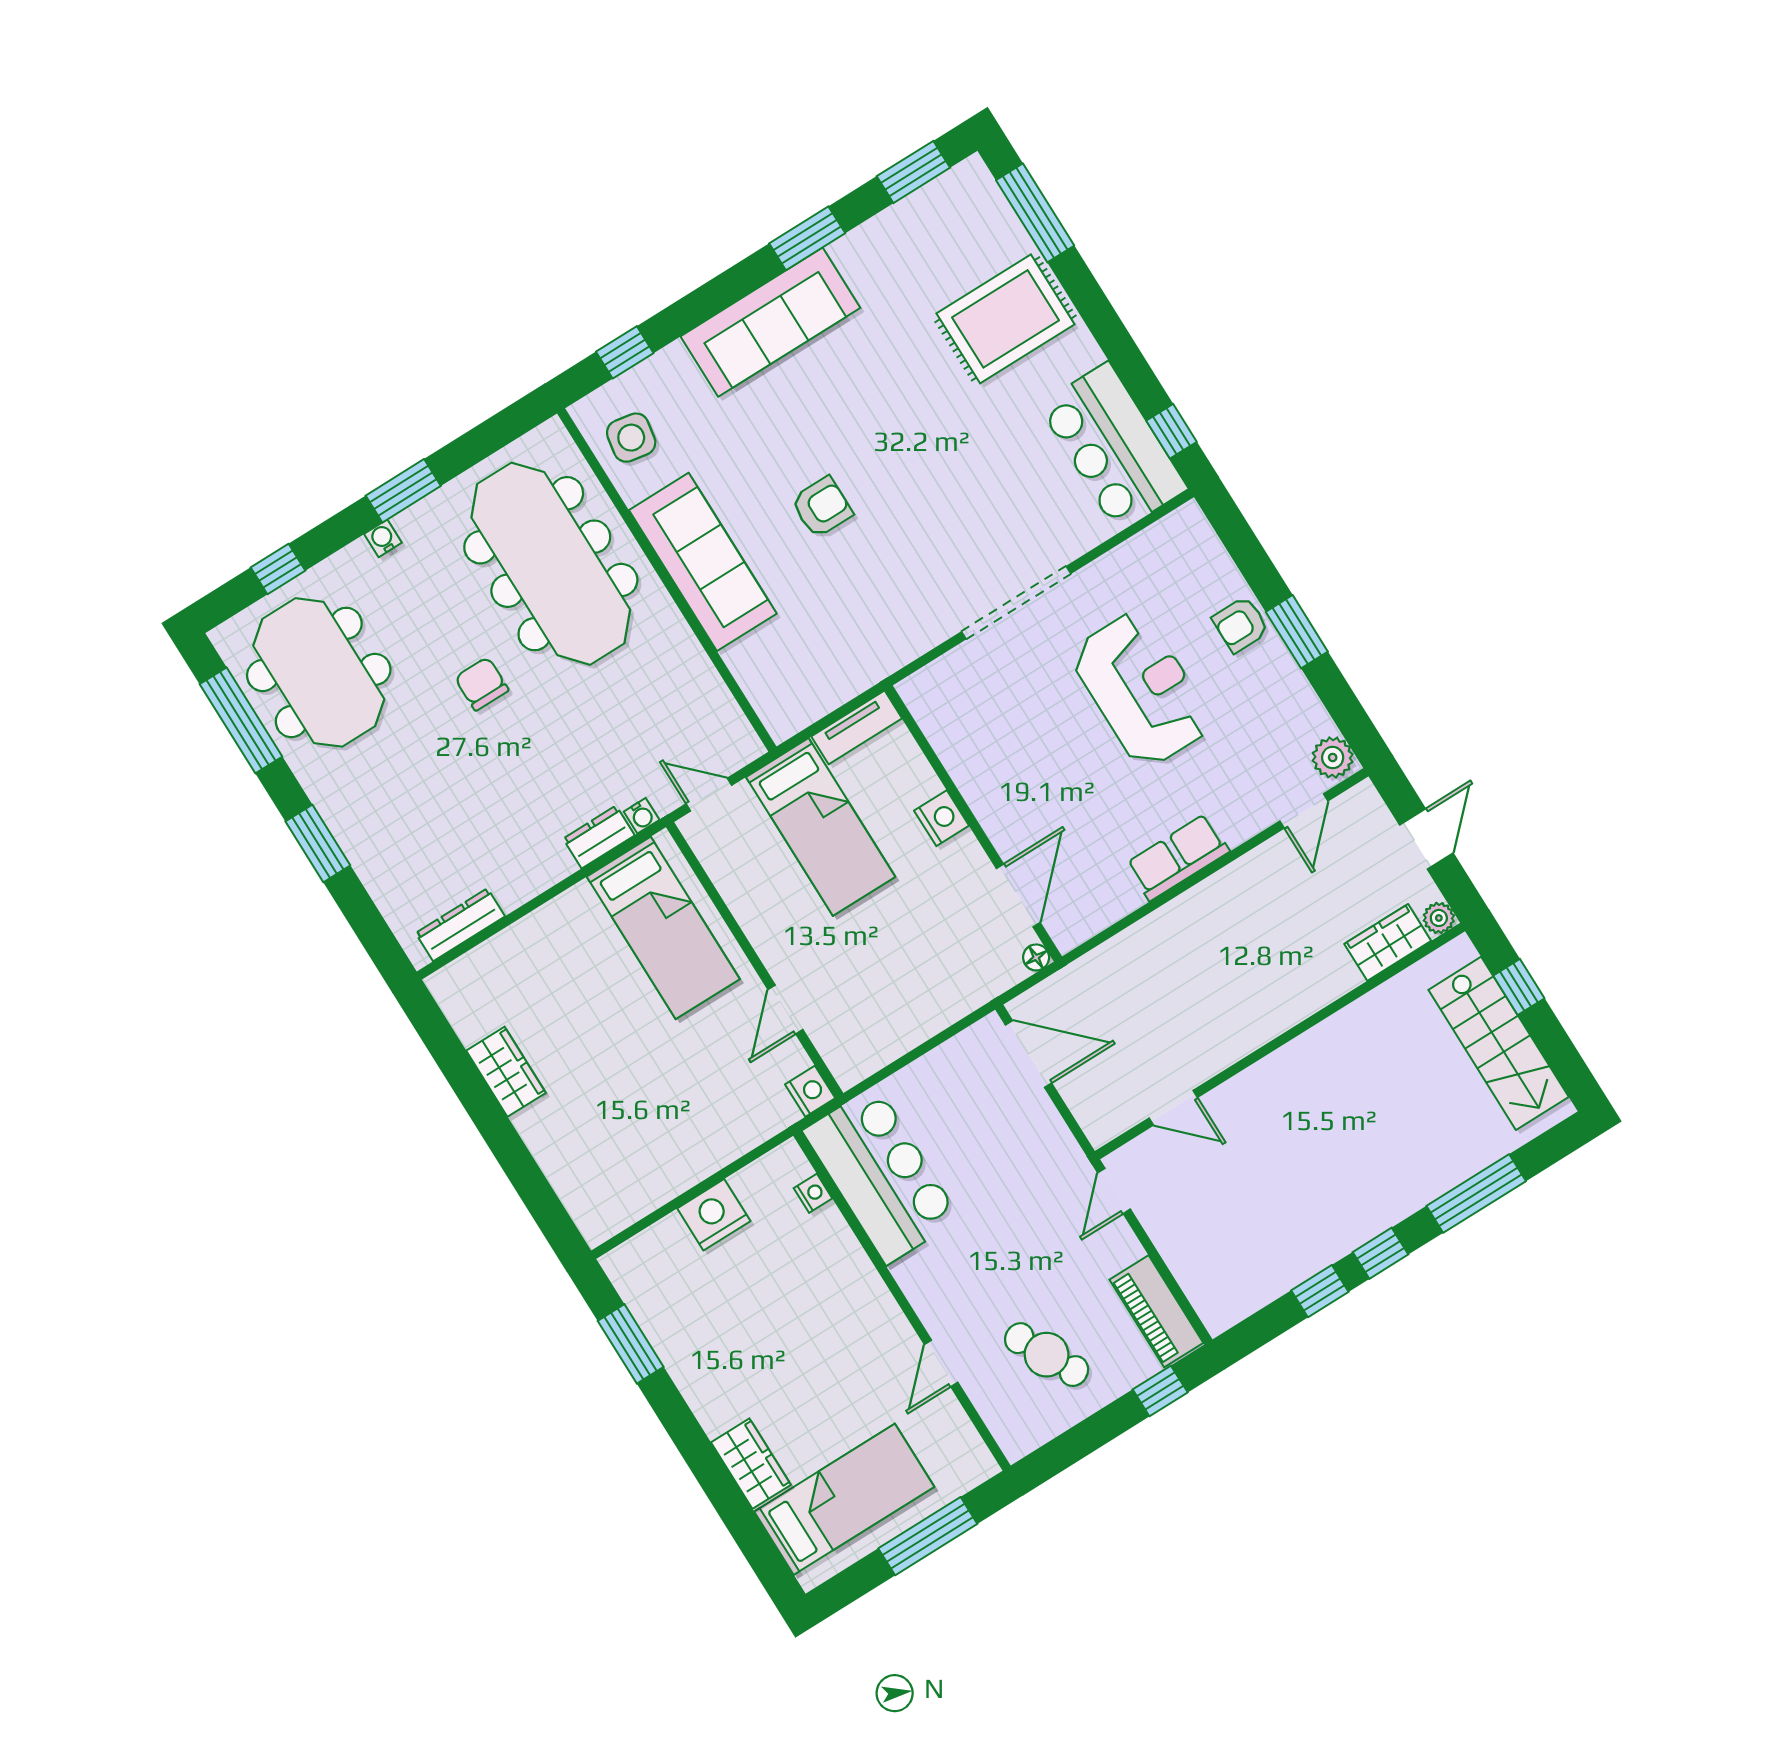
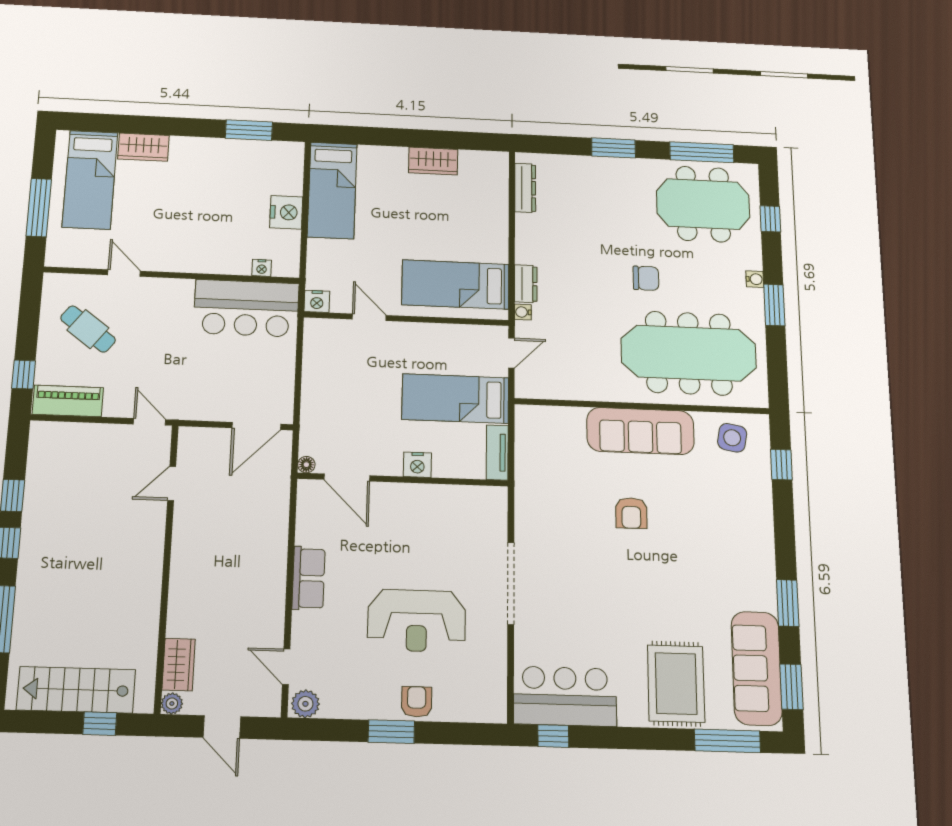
sofa: (770, 322) -> (757, 668), moved
bed: (641, 1176) -> (332, 190), added
cafe table: (1047, 1355) -> (88, 329), turned 64

